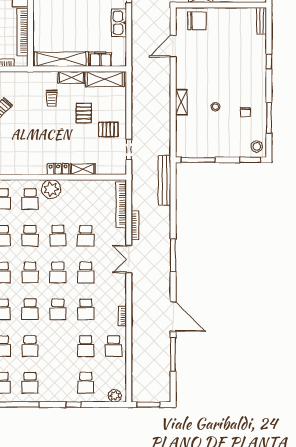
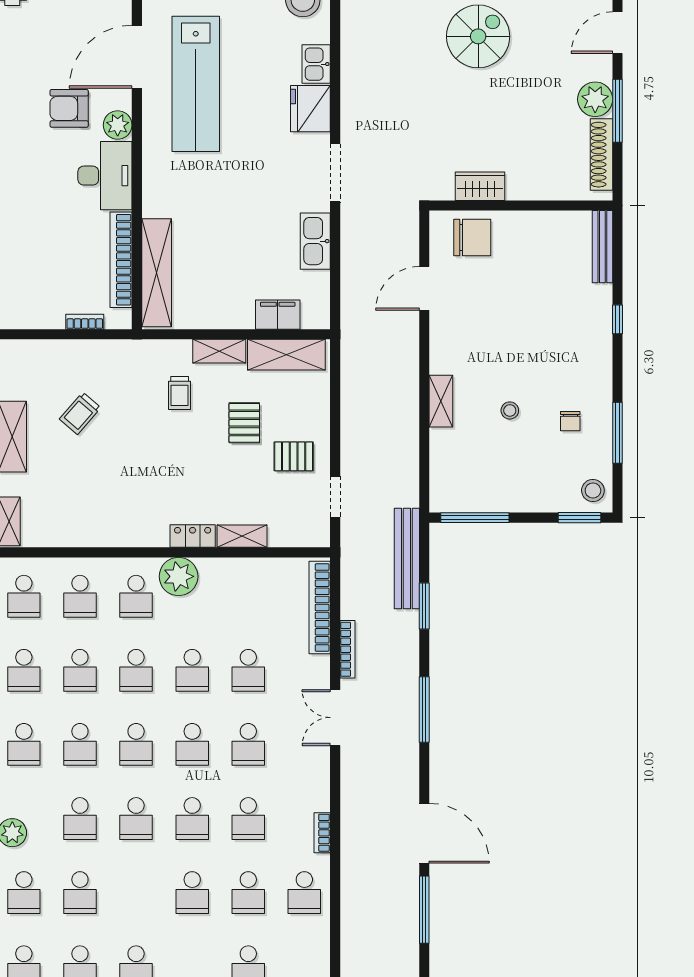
bench: (261, 21) -> (602, 247), width x1.36
shelving: (62, 59) -> (157, 273), moved, turned 90
window: (173, 204) -> (424, 606), added
school desk: (30, 346) -> (192, 893), moved

